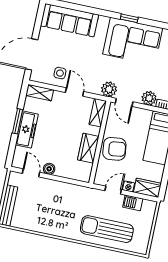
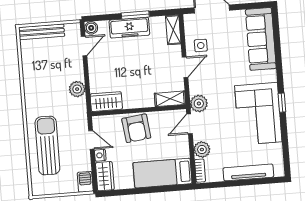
wardrobe: (88, 148) -> (106, 102), moved
boiler: (49, 169) -> (91, 28), moved
plant: (66, 190) -> (77, 89), added
barbecue: (133, 203) -> (85, 182), moved

